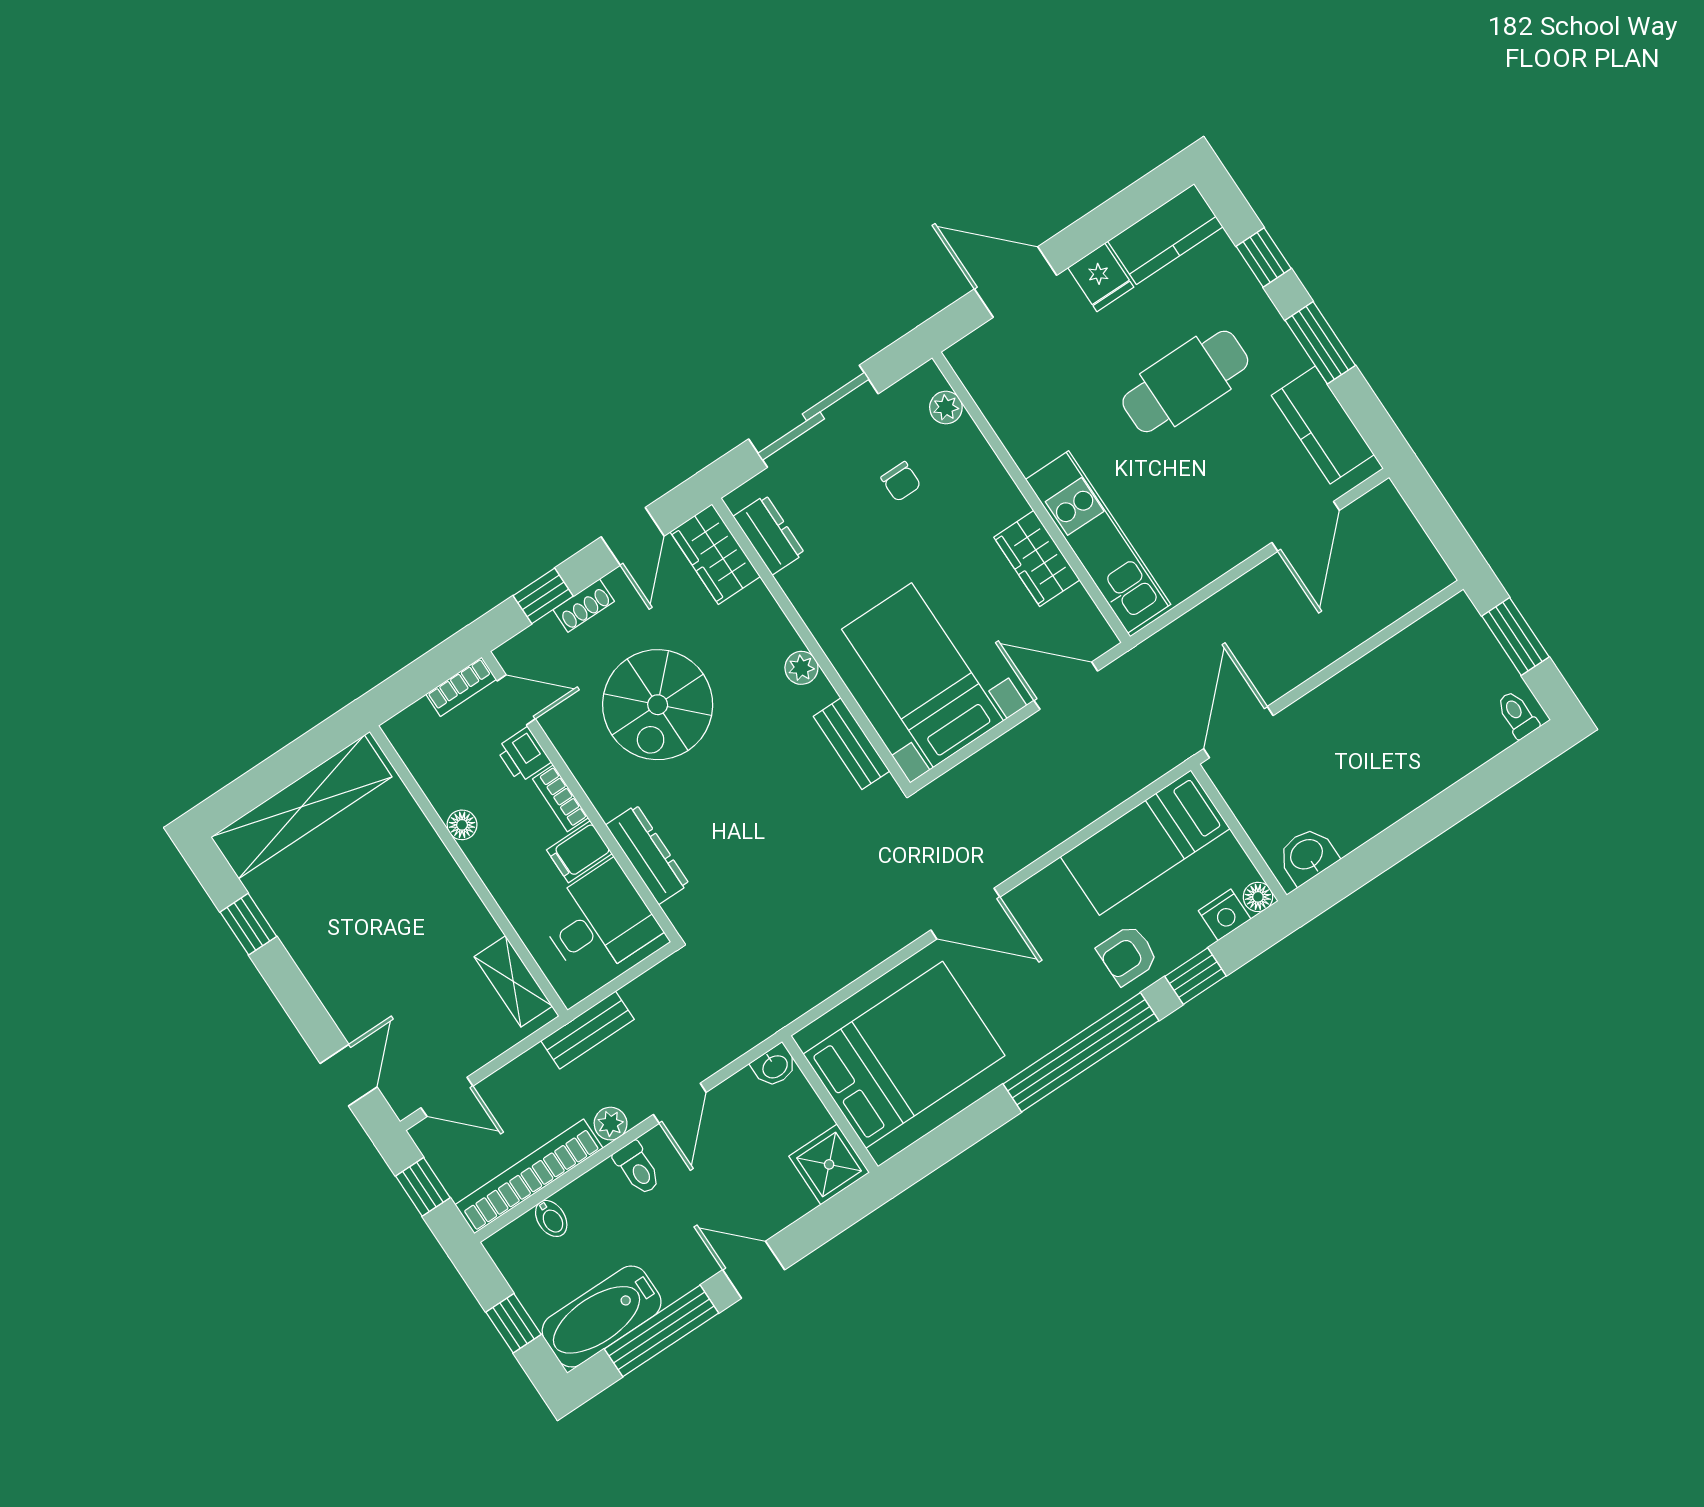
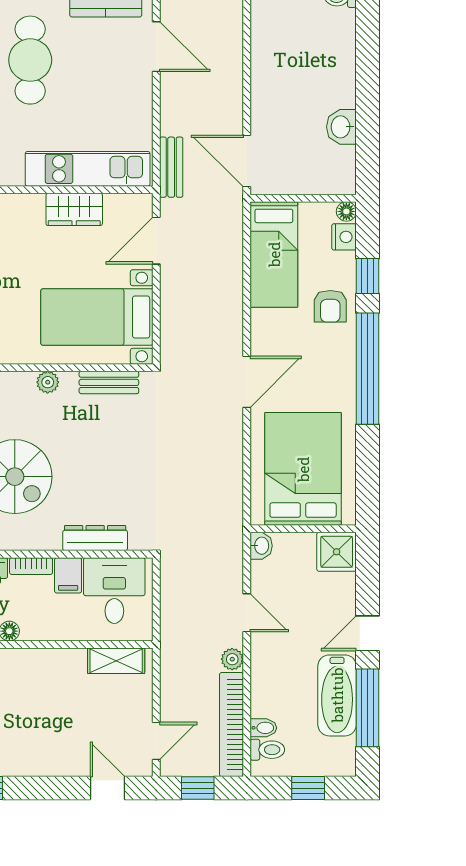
washbasin: (1307, 855) -> (341, 127), moved
bench: (588, 1030) -> (171, 167), moved
toilet: (637, 1168) -> (267, 750), moved
bathtub: (602, 1316) -> (337, 695), moved

